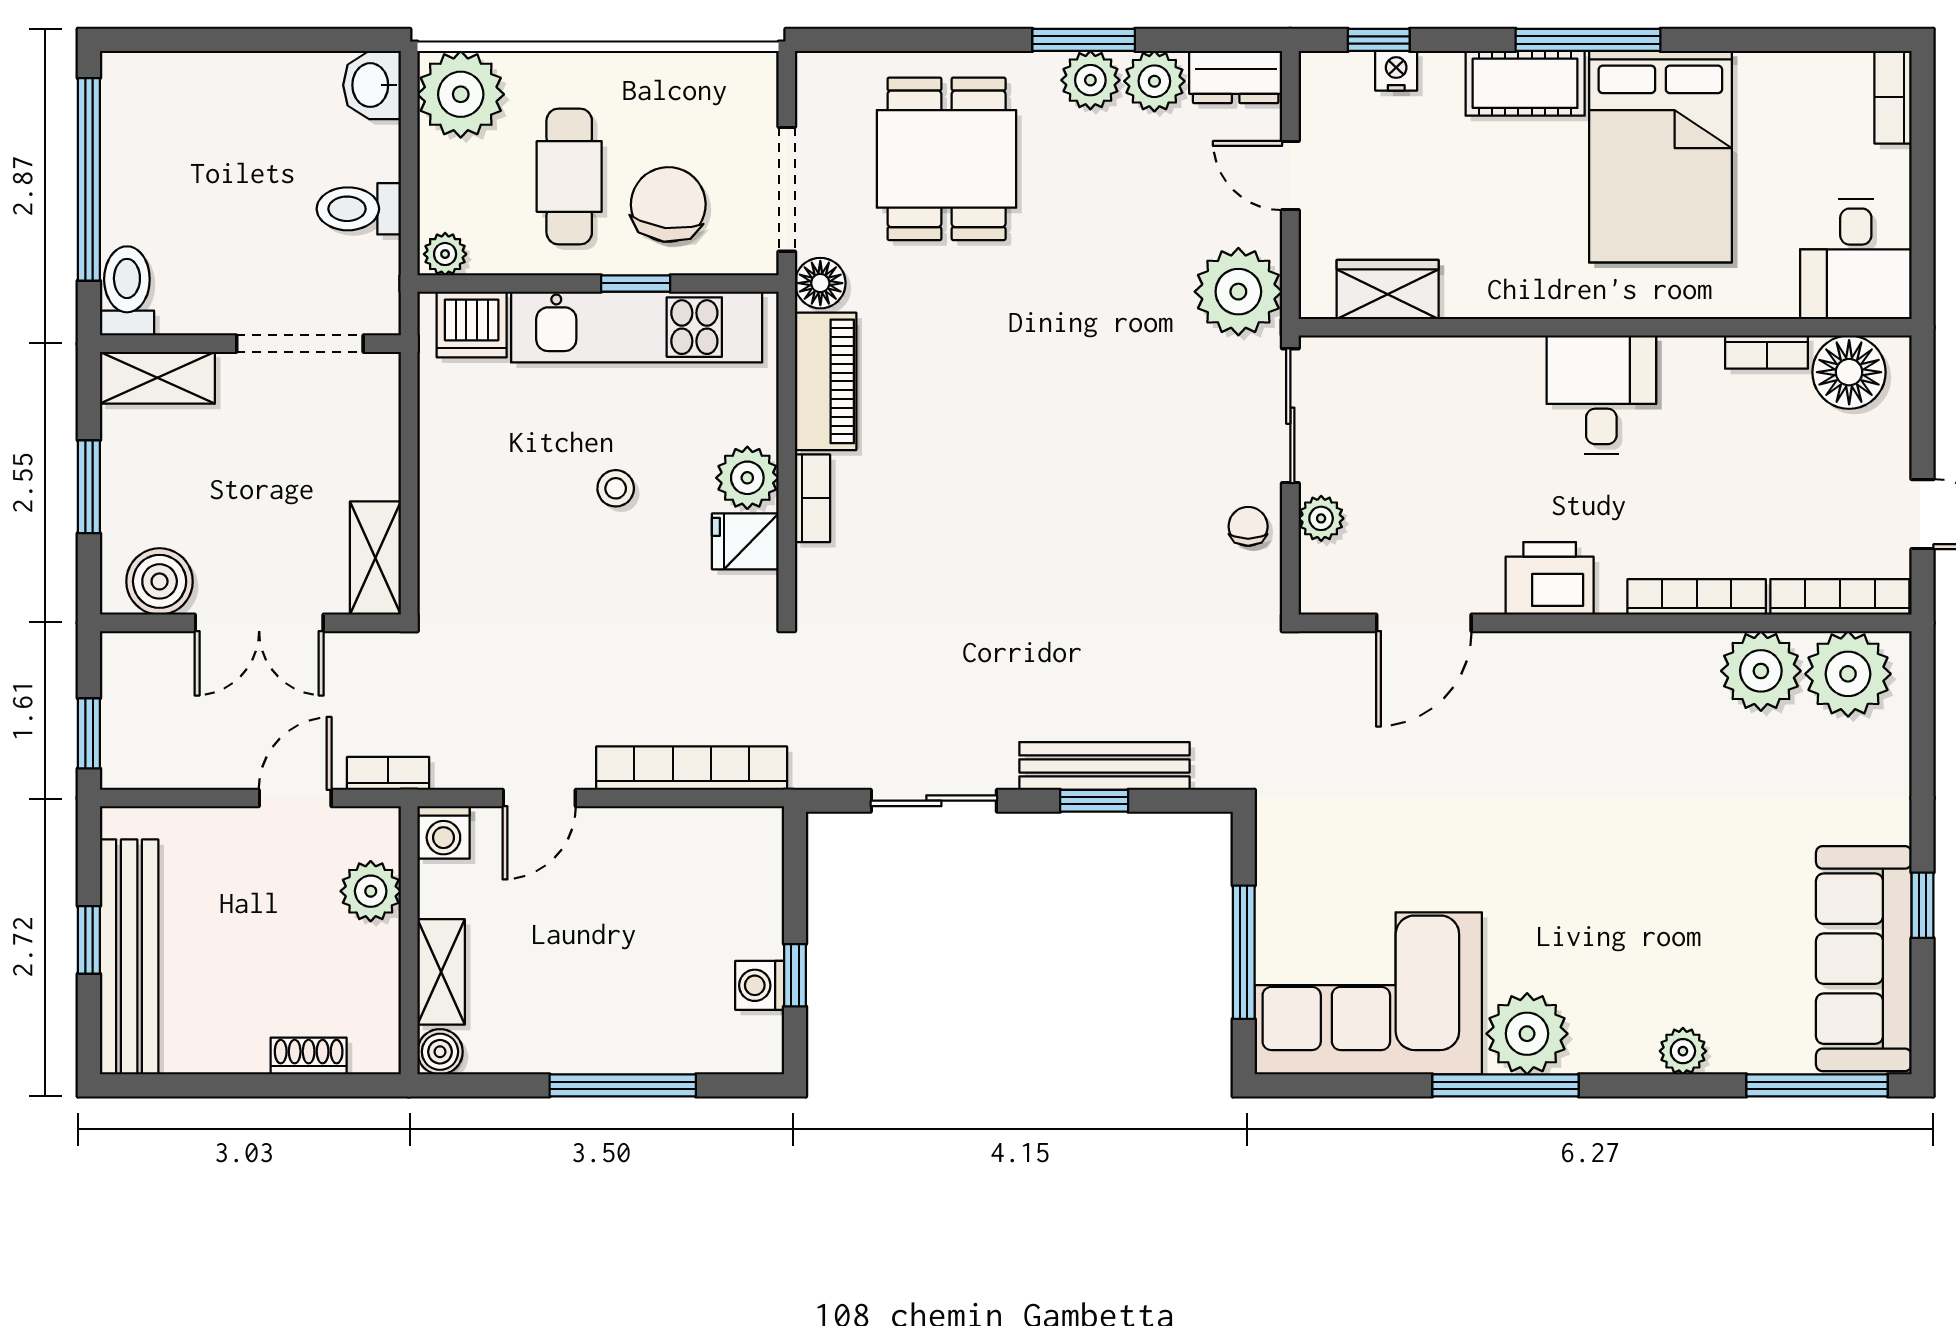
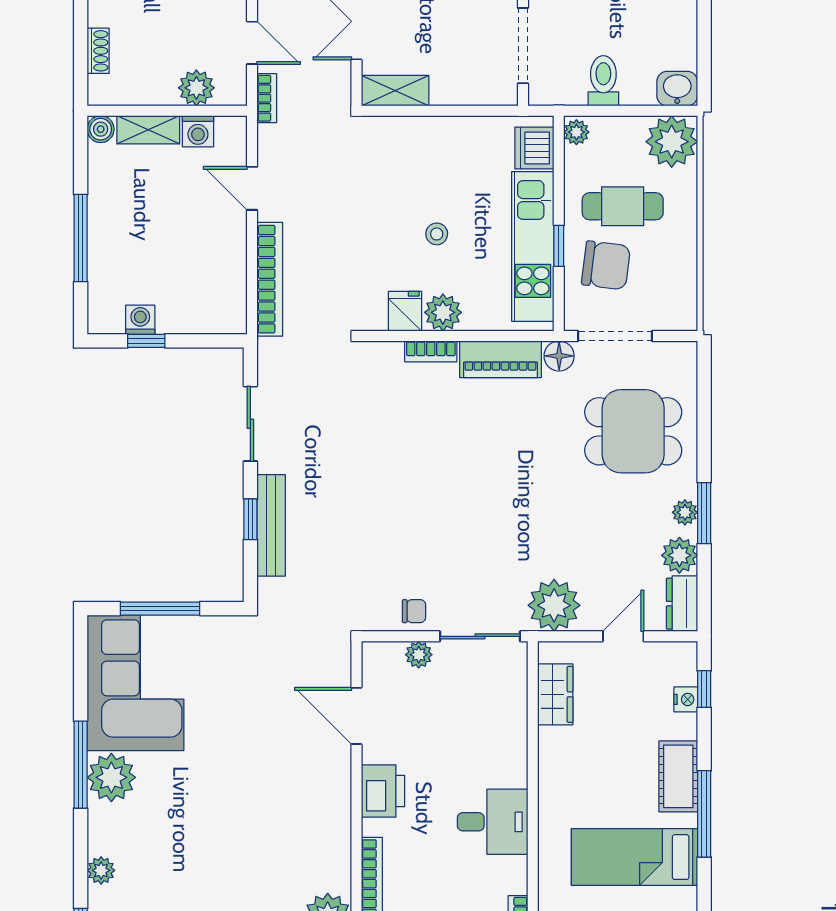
plant: (1090, 80) -> (685, 512), width x0.73, depth x0.73
bed: (1660, 157) -> (634, 857), width x0.67
washing machine: (443, 832) -> (198, 131), moved, turned -90

